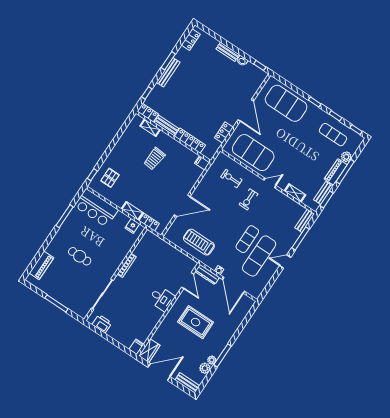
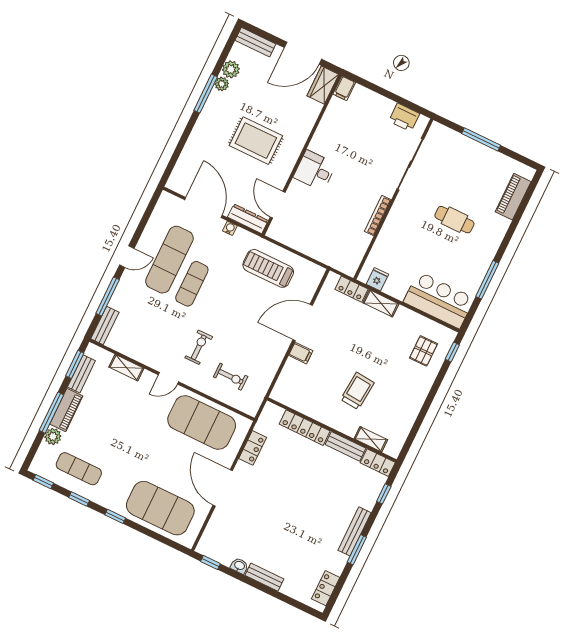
filing cabinet: (202, 163) -> (301, 353), moved
treadmill: (199, 242) -> (268, 268), turned 180

